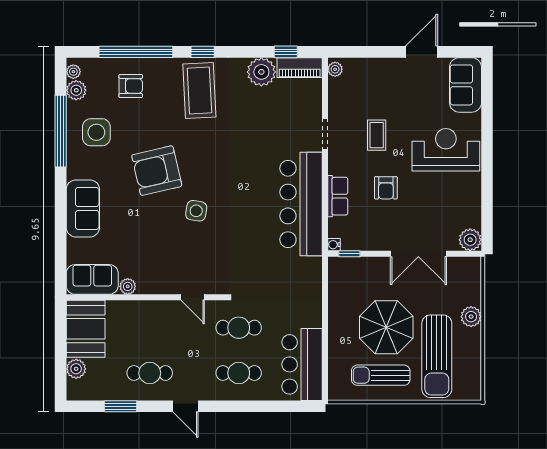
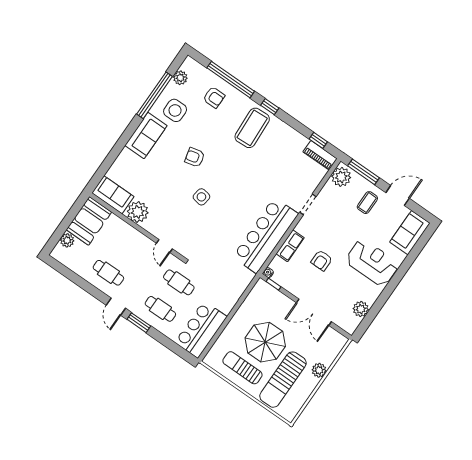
window: (363, 52) -> (363, 172), added
plant: (335, 69) -> (341, 177), width x1.88, depth x1.88
plant: (73, 72) -> (186, 66), removed
plant: (261, 72) -> (296, 142), removed
coffee table: (377, 135) -> (367, 203), moved
armchair: (157, 171) -> (195, 157), width x0.53, depth x0.53
sofa: (83, 208) -> (146, 136), moved
plant: (470, 240) -> (361, 309), moved
plant: (128, 286) -> (138, 212), width x1.87, depth x1.87
window: (120, 406) -> (139, 323), moved

